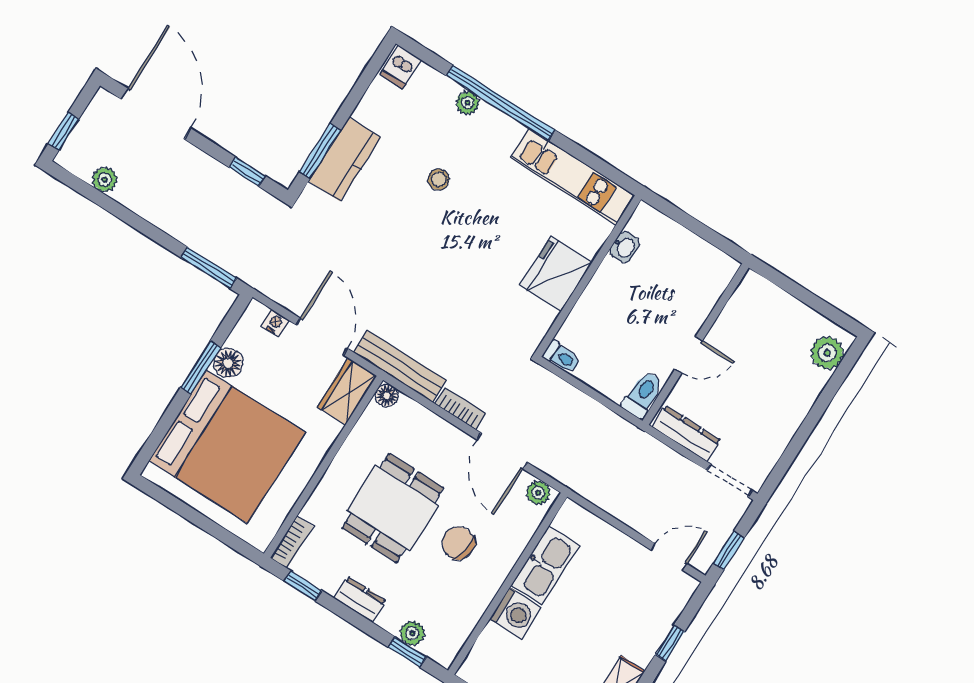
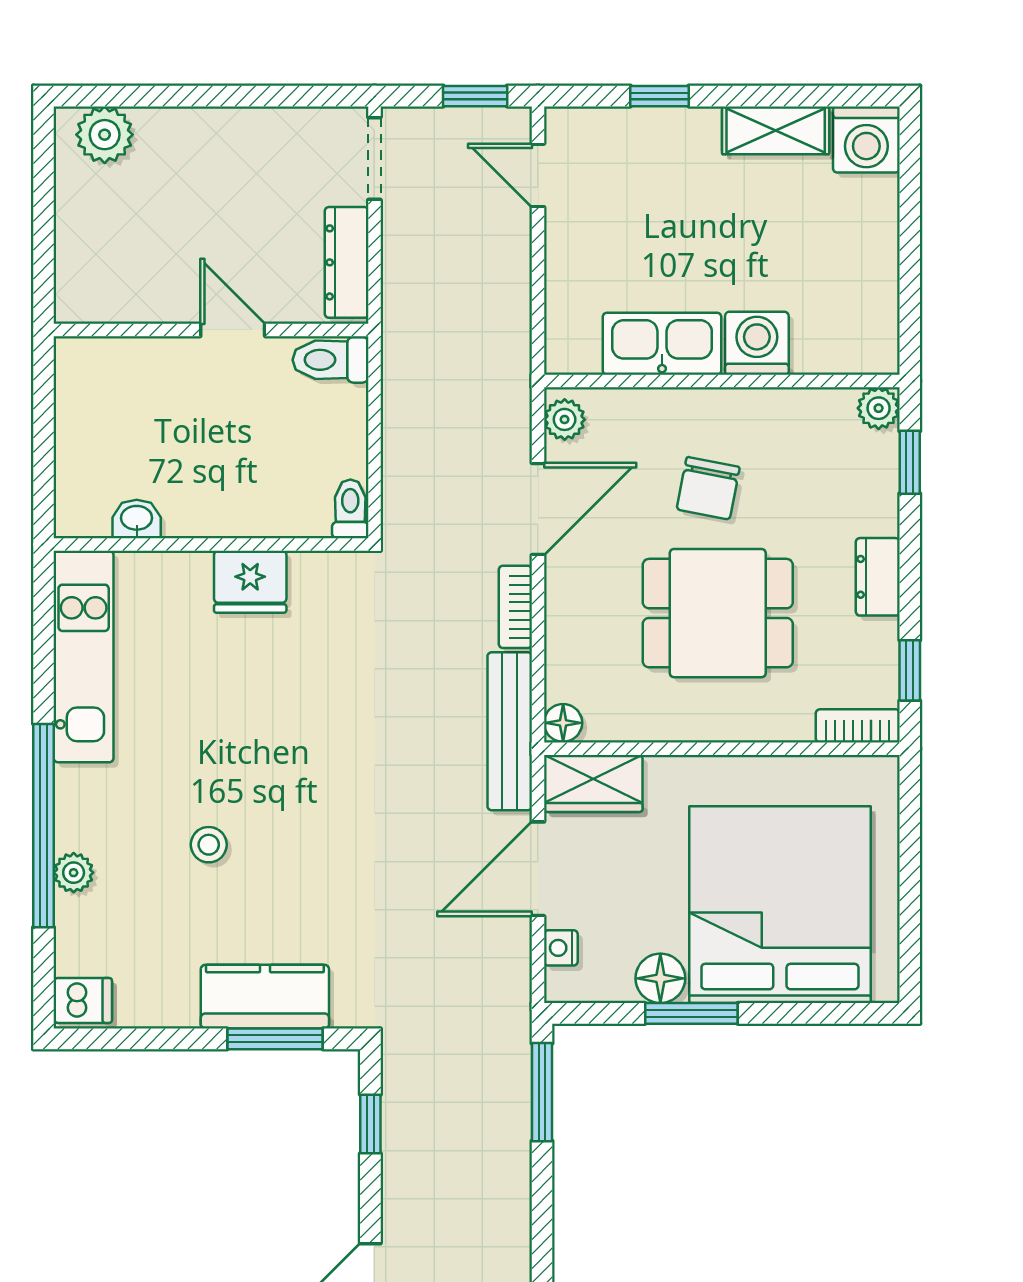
fridge: (556, 274) -> (250, 582), width x0.73, depth x0.75
plant: (412, 633) -> (879, 408), moved

